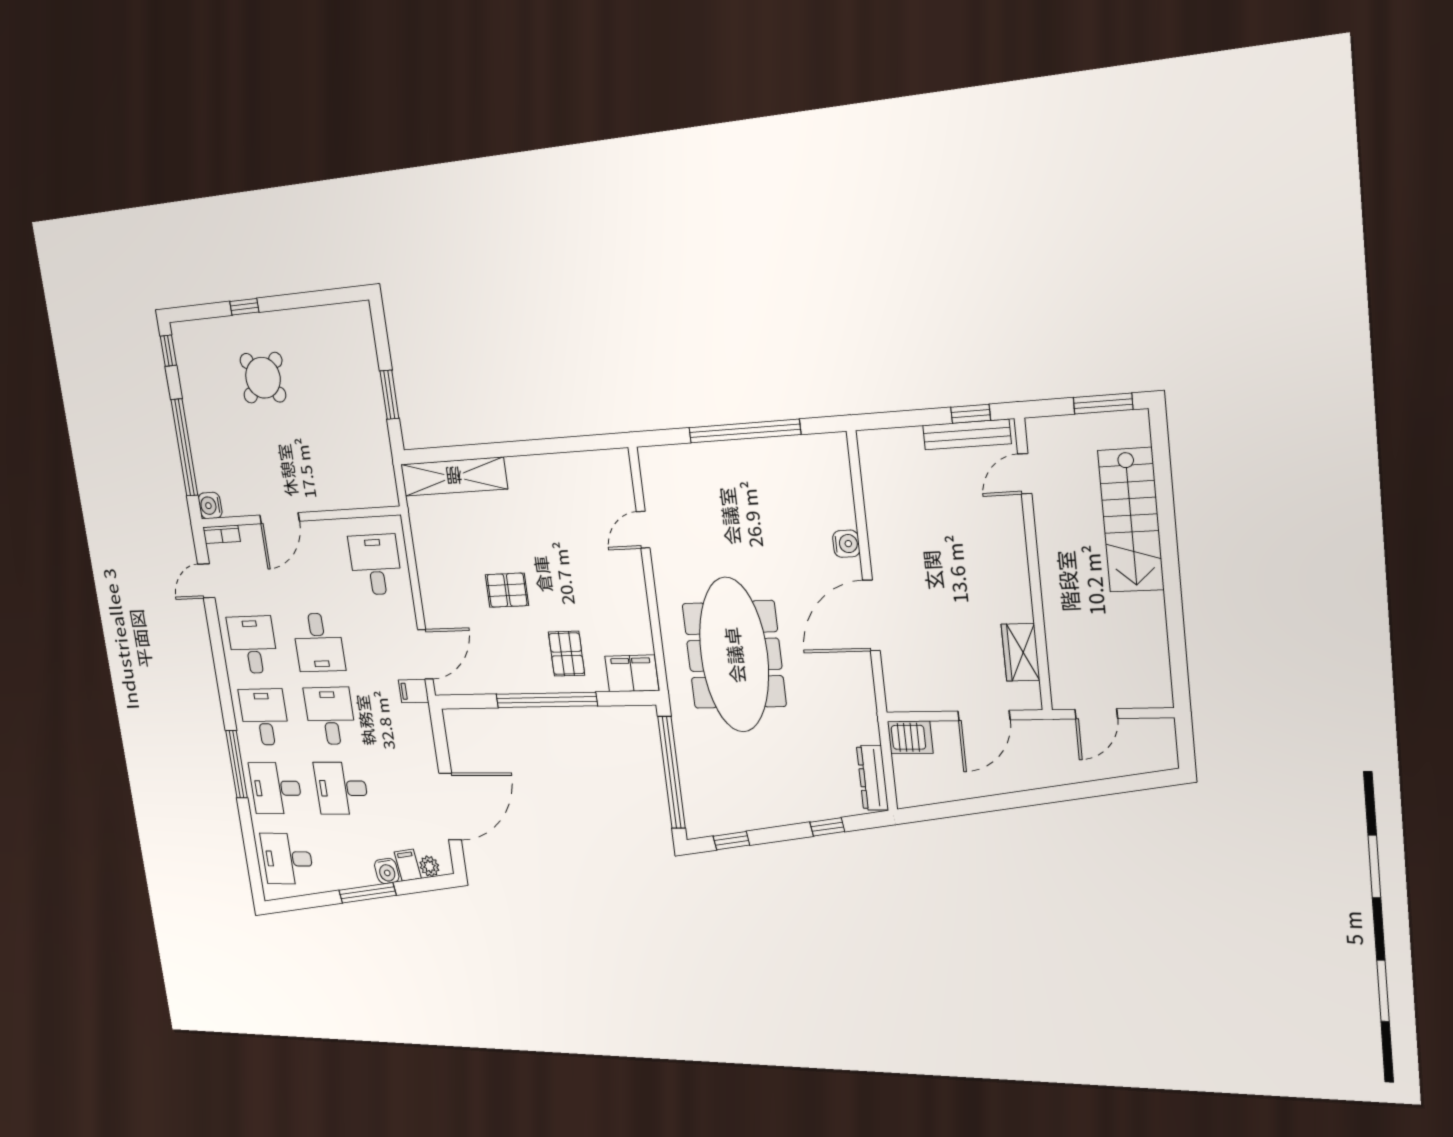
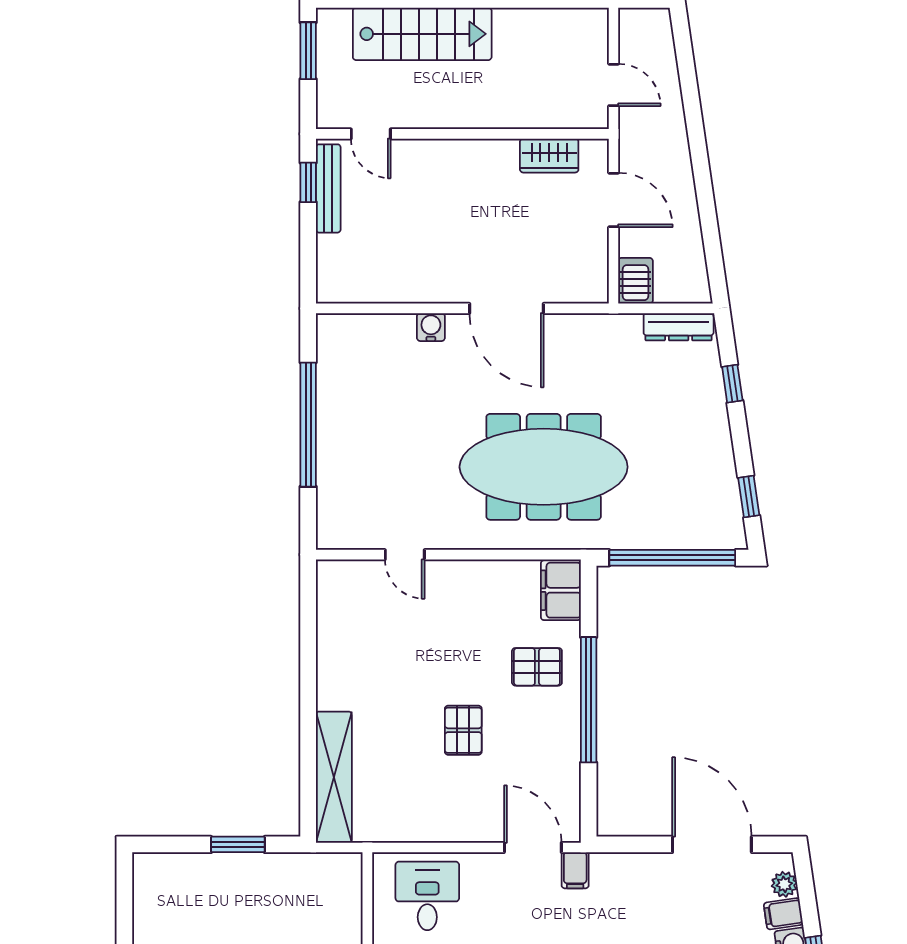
desk: (375, 565) -> (427, 896), turned 90

